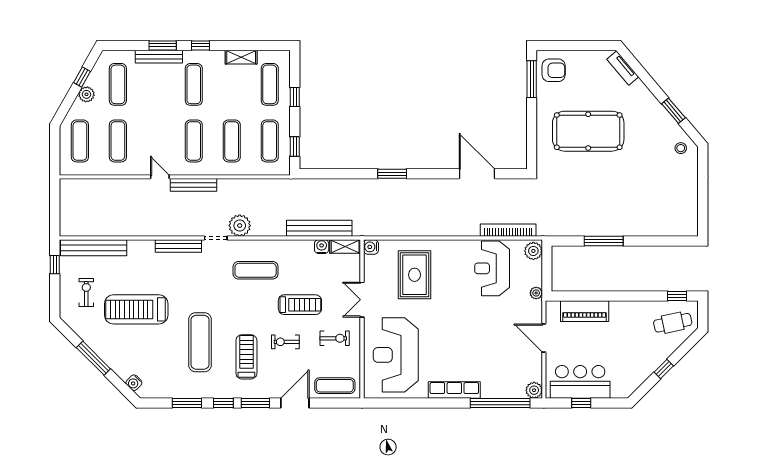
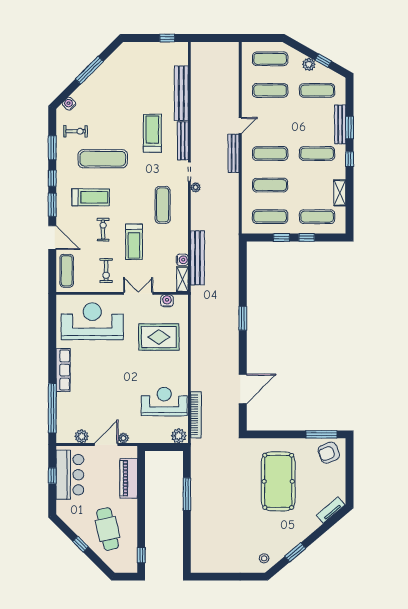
armchair: (554, 70) -> (329, 453), turned 69
window: (295, 146) -> (281, 237), moved
plant: (240, 226) -> (196, 187), width x0.53, depth x0.53
water cooler: (371, 247) -> (167, 301), moved
bench: (94, 248) -> (181, 93), moved
exercise bike: (86, 293) -> (76, 131), moved
plant: (536, 293) -> (123, 438), moved
treadmill: (136, 309) -> (152, 133), moved, width x0.73, depth x0.73
cafe table: (673, 323) -> (108, 529), moved, width x1.37, depth x1.35
plant: (534, 390) -> (82, 436), moved

